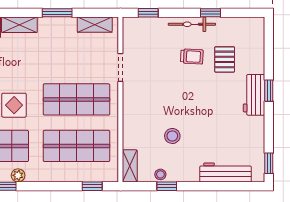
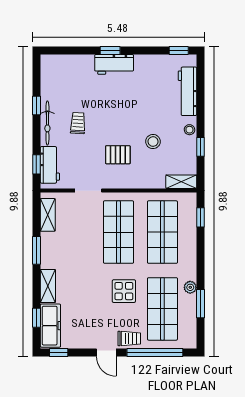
workbench: (148, 27) -> (50, 165), added
pallet: (225, 59) -> (118, 155), moved
stool: (160, 174) -> (189, 130), moved

